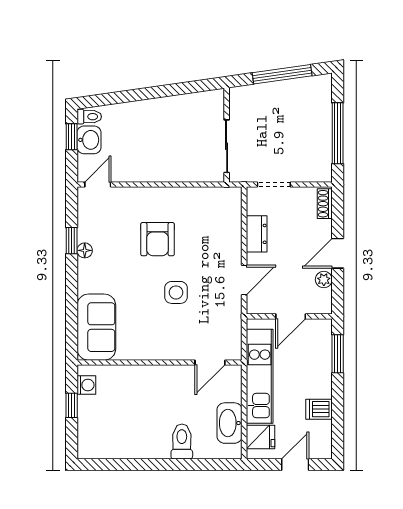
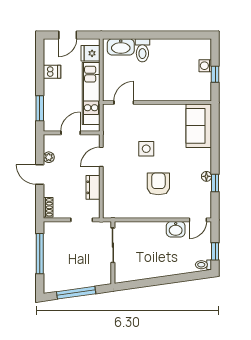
washbasin: (89, 140) -> (176, 229), moved, turned -90
door: (338, 253) -> (40, 175), swing flipped
washing machine: (86, 385) -> (205, 66), moved
washbasin: (230, 423) -> (121, 47), moved, turned 90

